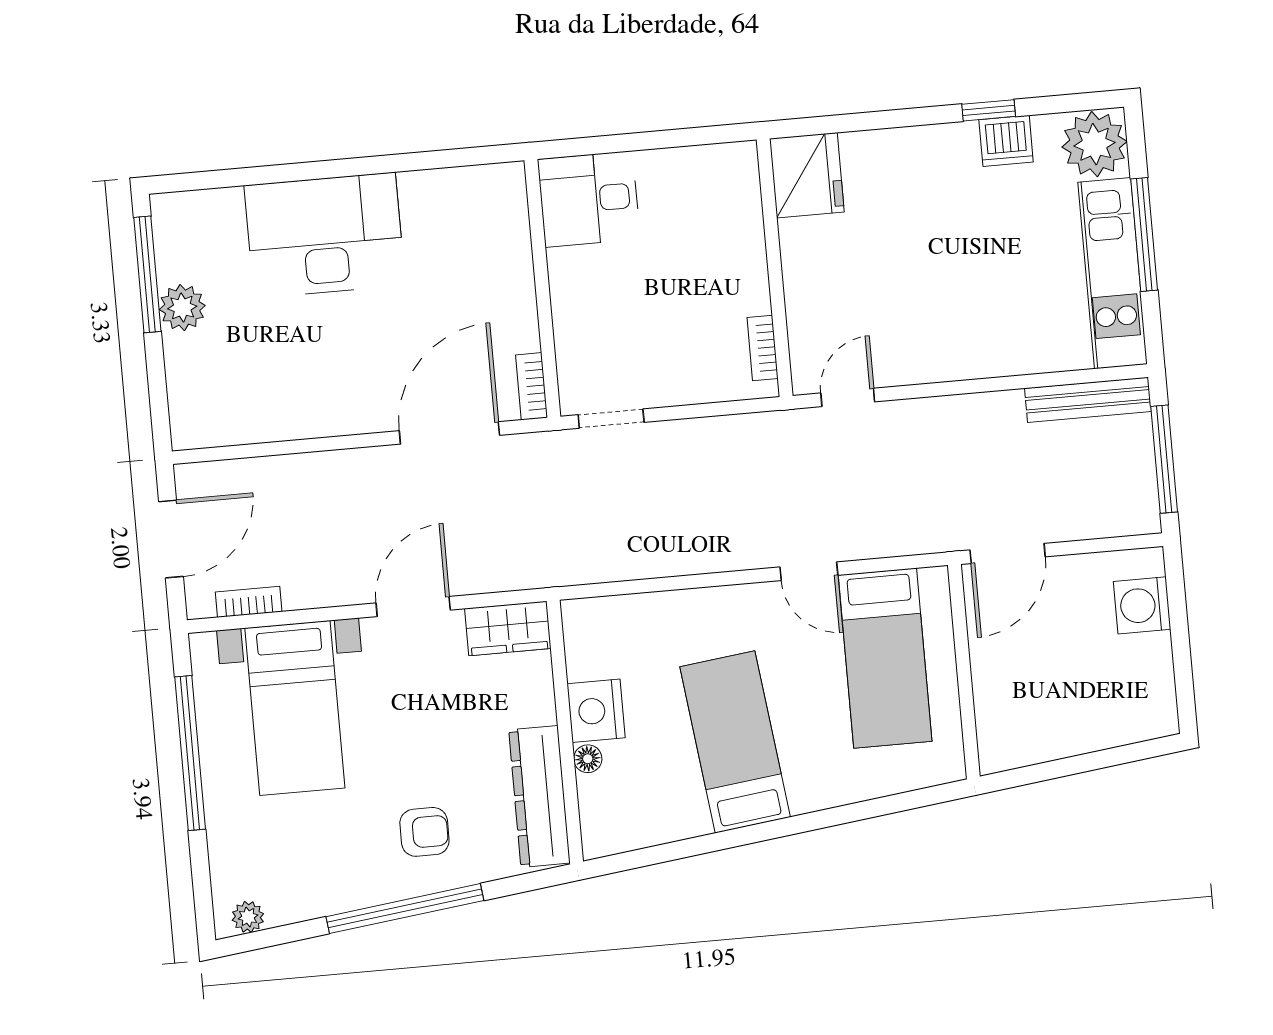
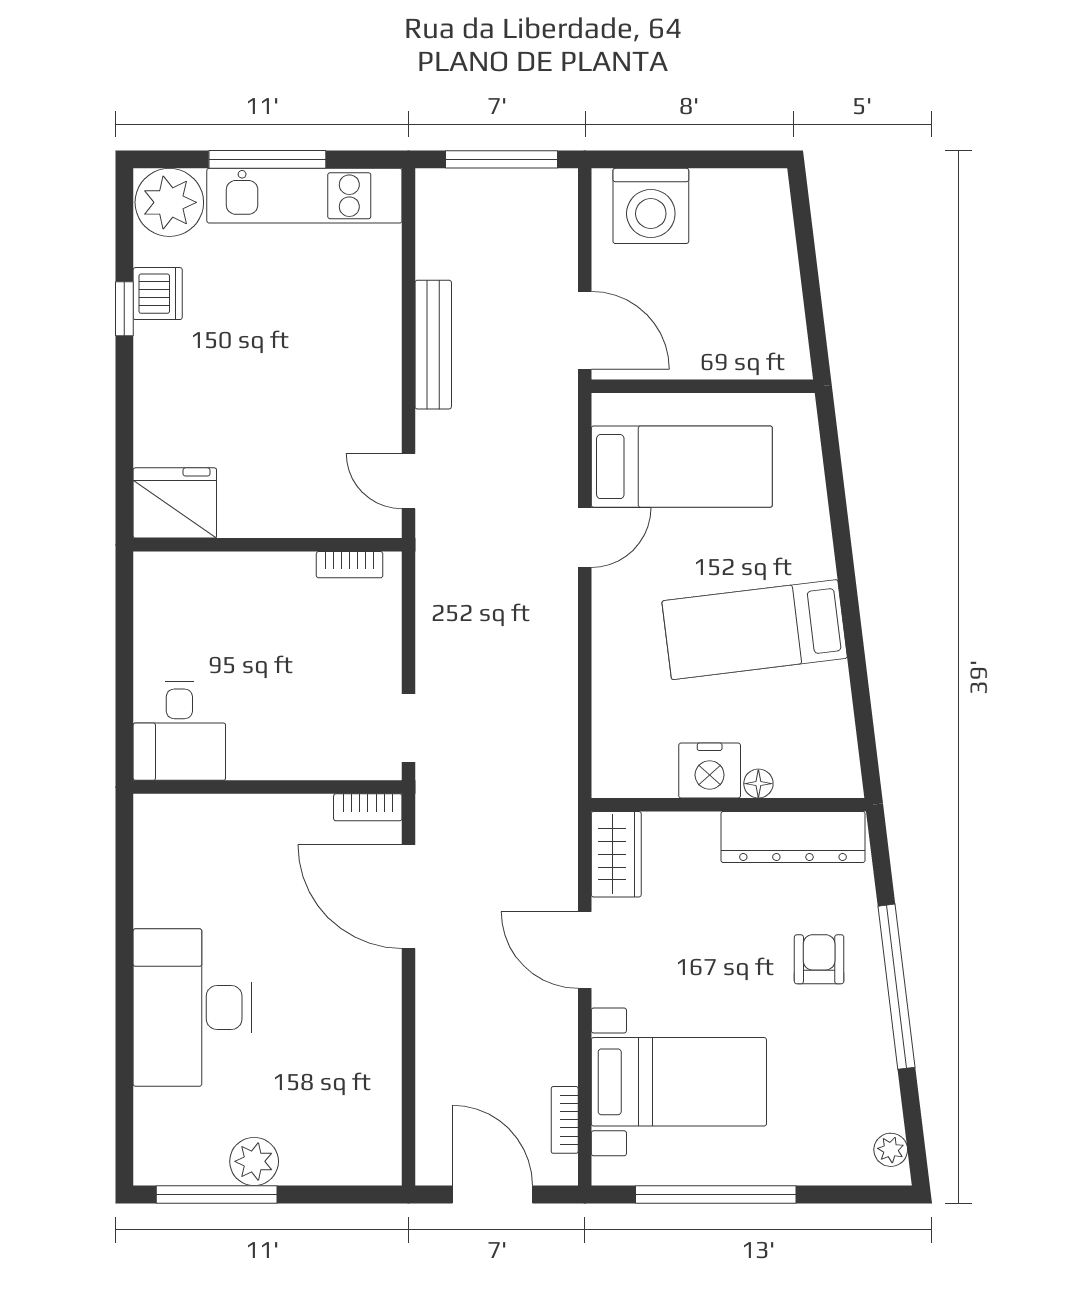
bench: (1088, 400) -> (433, 345), moved
washing machine: (1142, 605) -> (651, 206), width x1.37, depth x1.37

